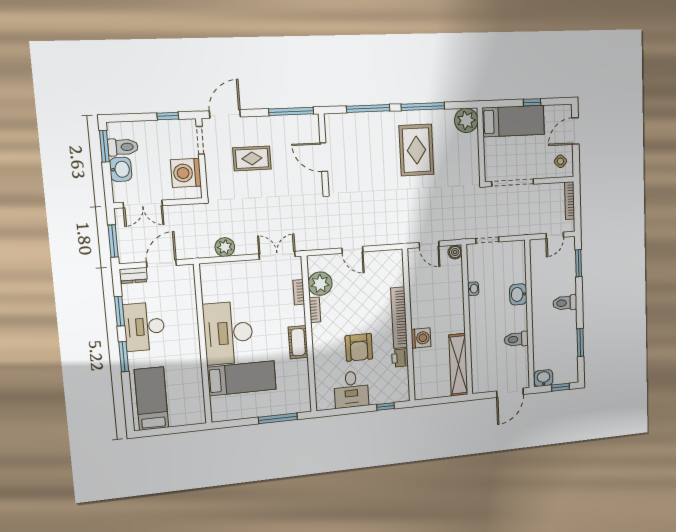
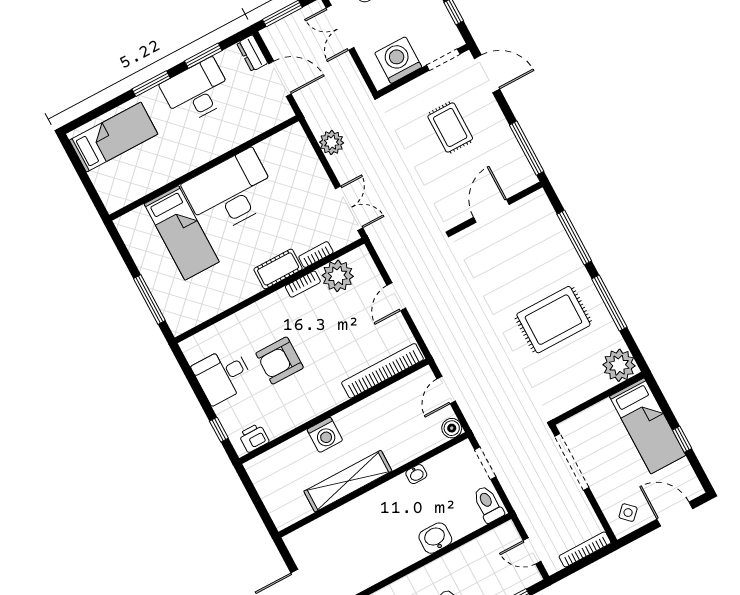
bookcase: (399, 318) -> (383, 371), moved
toilet: (516, 339) -> (488, 504), moved
cot: (298, 342) -> (278, 269), moved
printer: (400, 358) -> (254, 438), moved
shelving: (458, 365) -> (348, 481), moved

